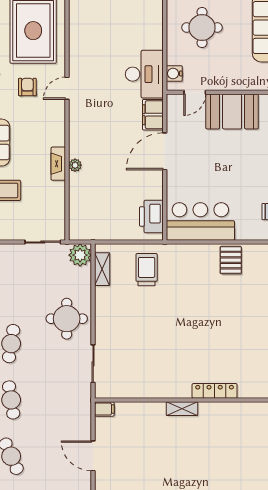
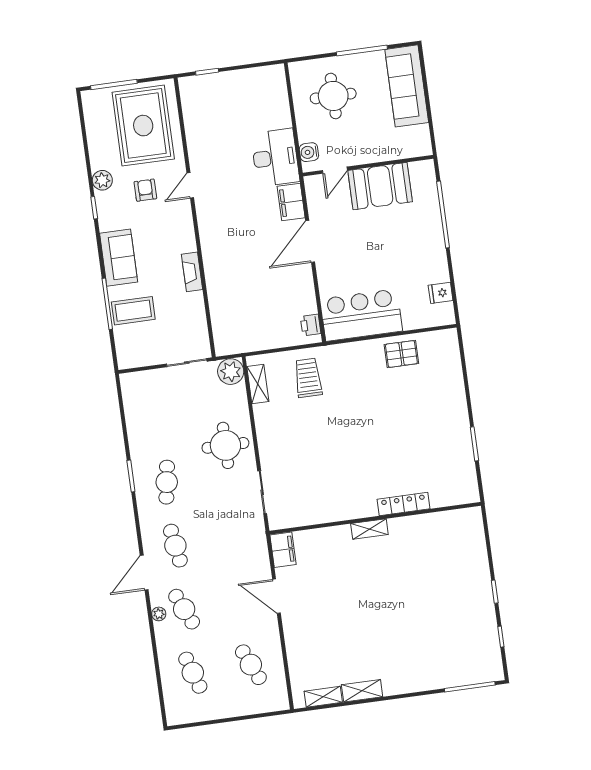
plant: (75, 165) -> (211, 271), removed
printer: (151, 216) -> (311, 325), width x0.53, depth x0.68
pallet: (231, 260) -> (401, 354), turned 90
filing cabinet: (104, 409) -> (283, 550), width x2.00

